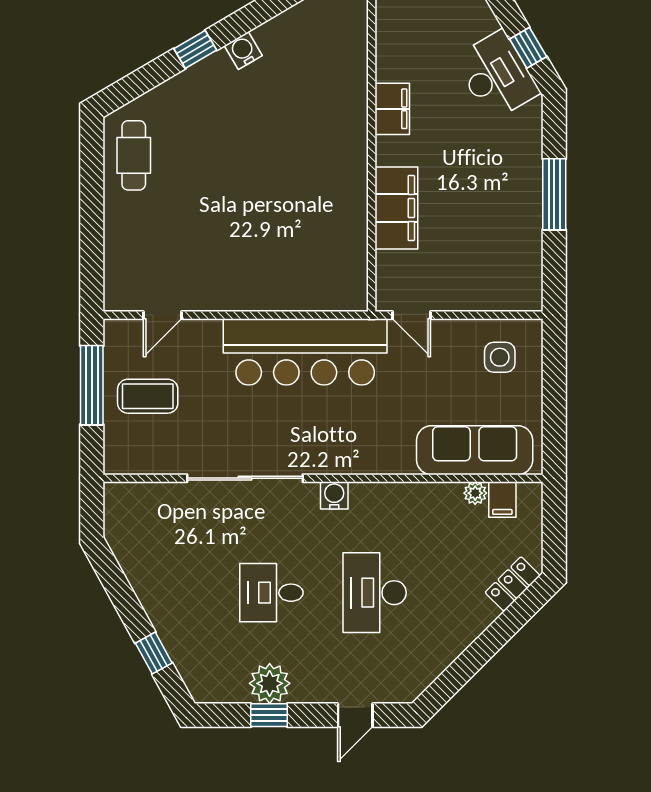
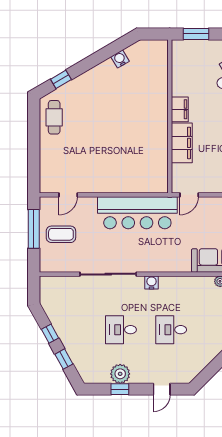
window: (195, 49) -> (61, 79), moved
water cooler: (243, 51) -> (120, 59), moved
filing cabinet: (392, 109) -> (180, 109), moved
door: (411, 315) -> (189, 195), hinge flipped
desk: (375, 593) -> (171, 330), width x0.73
window: (125, 601) -> (50, 334), added

